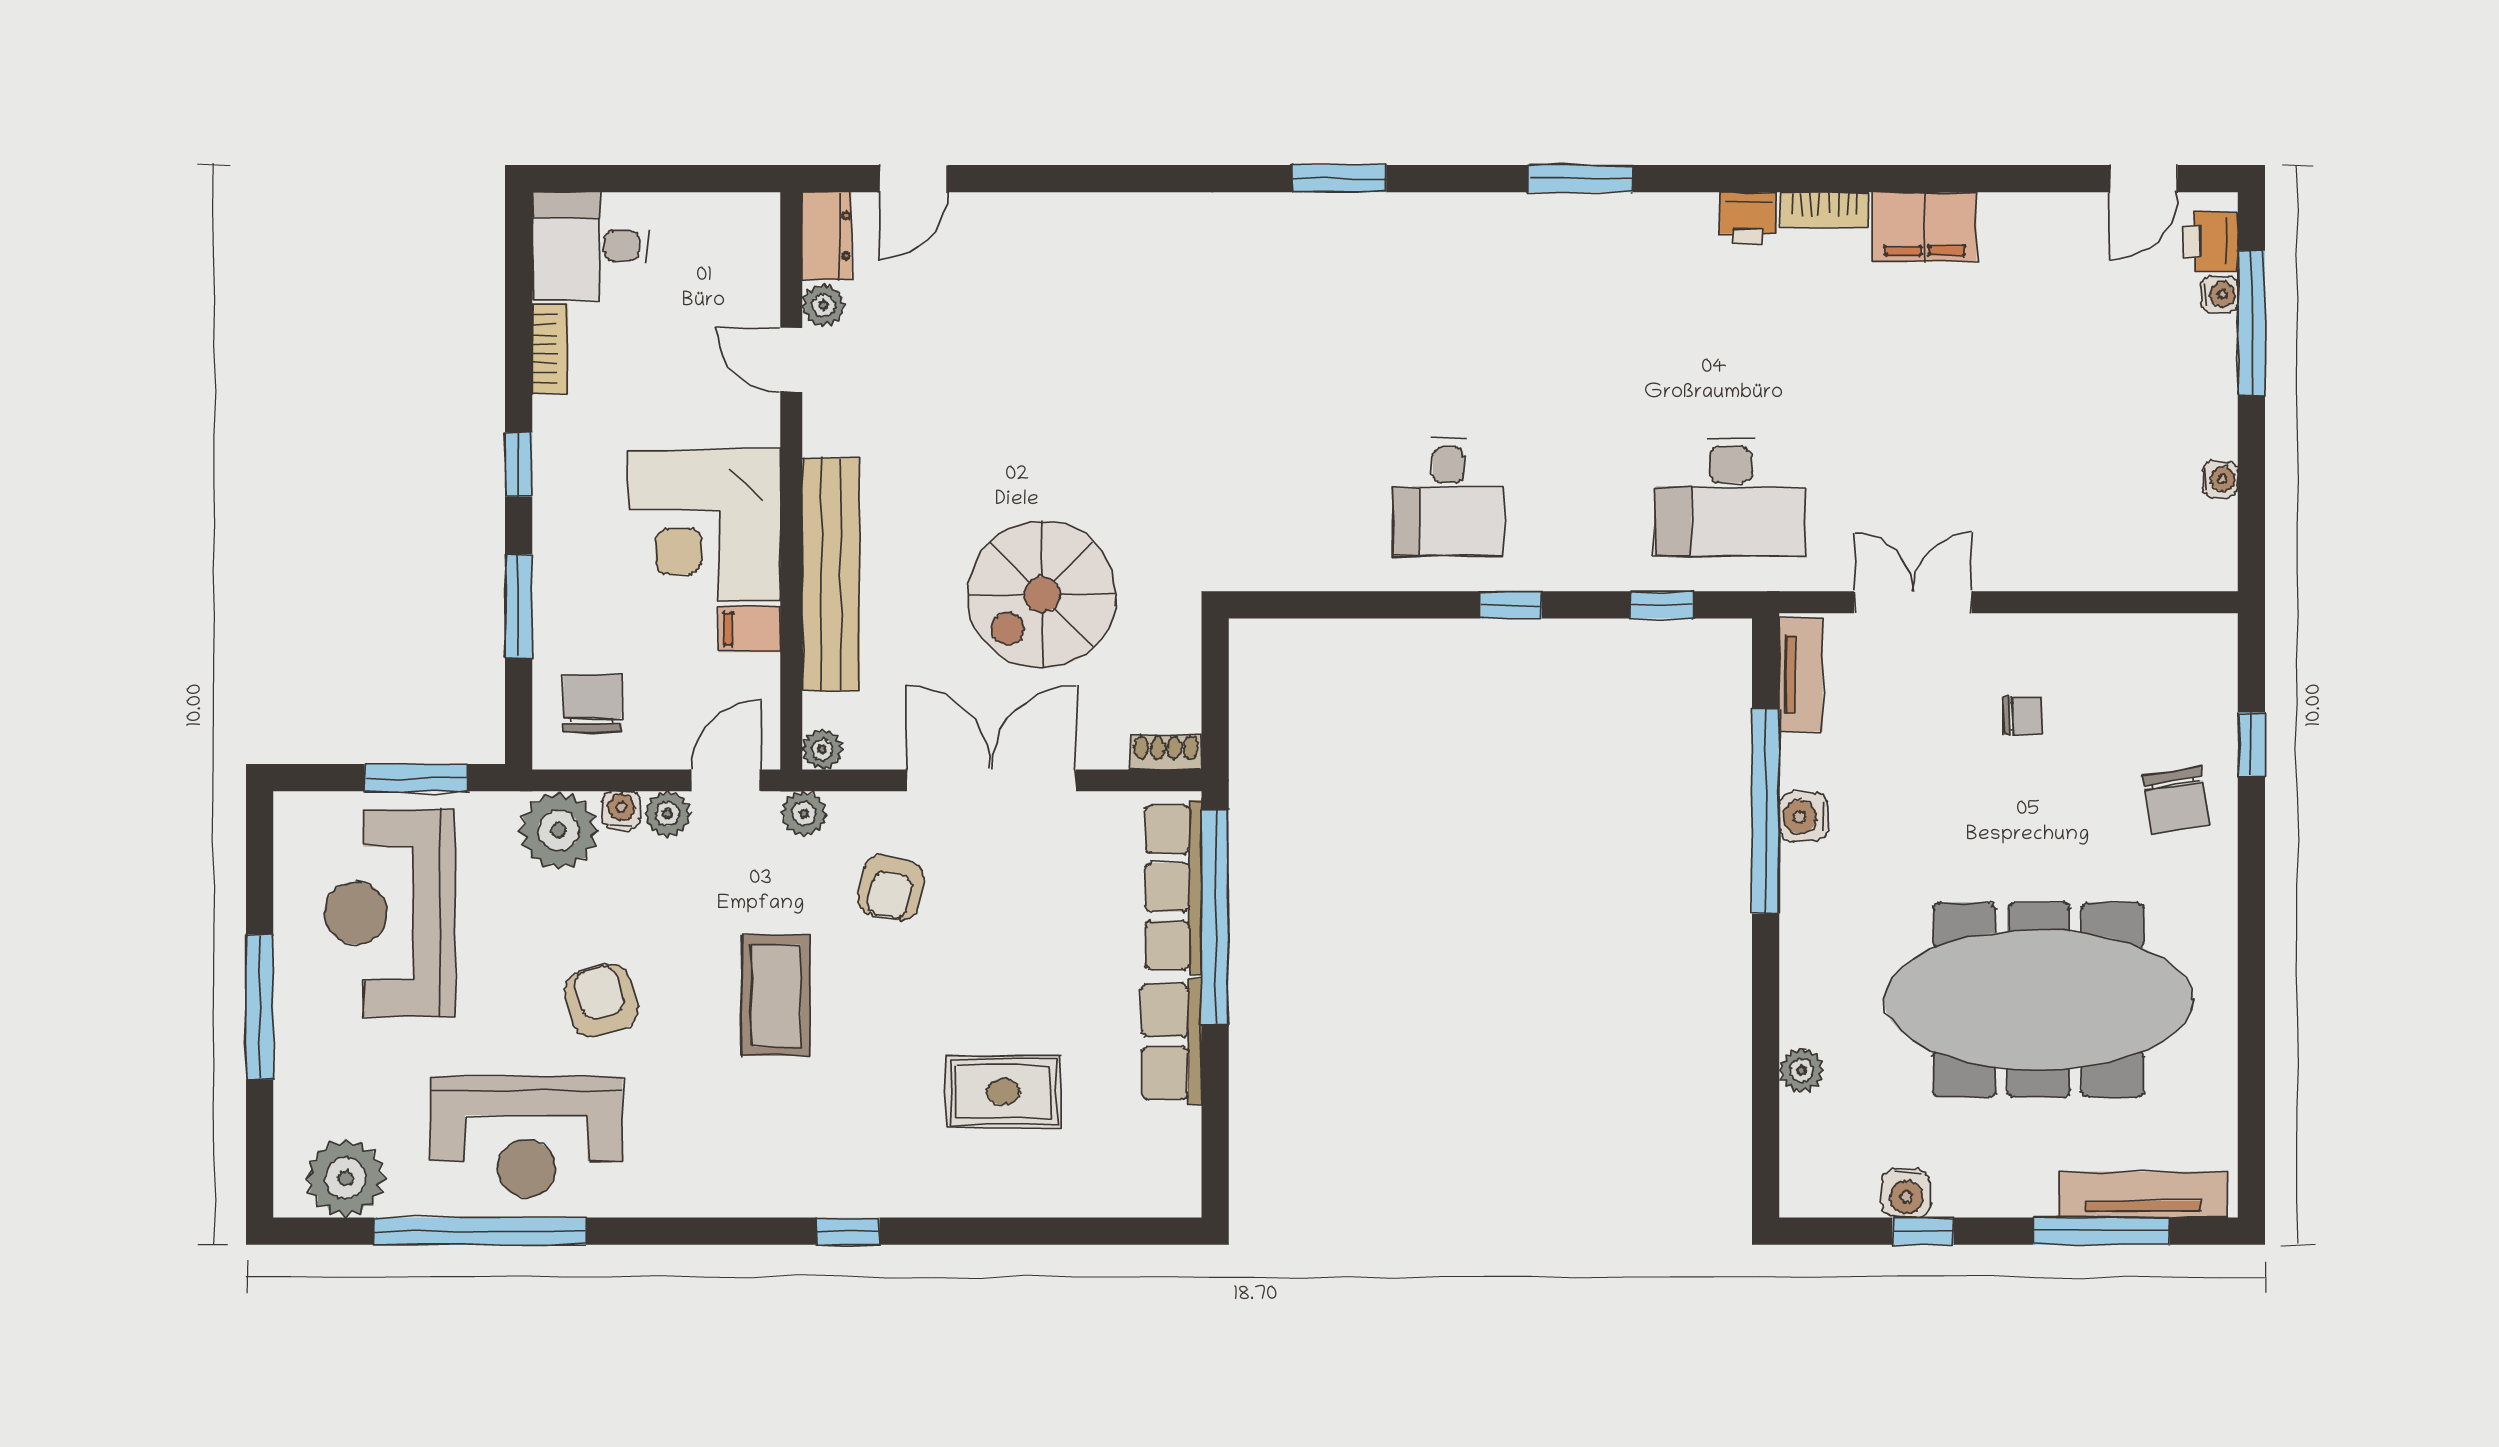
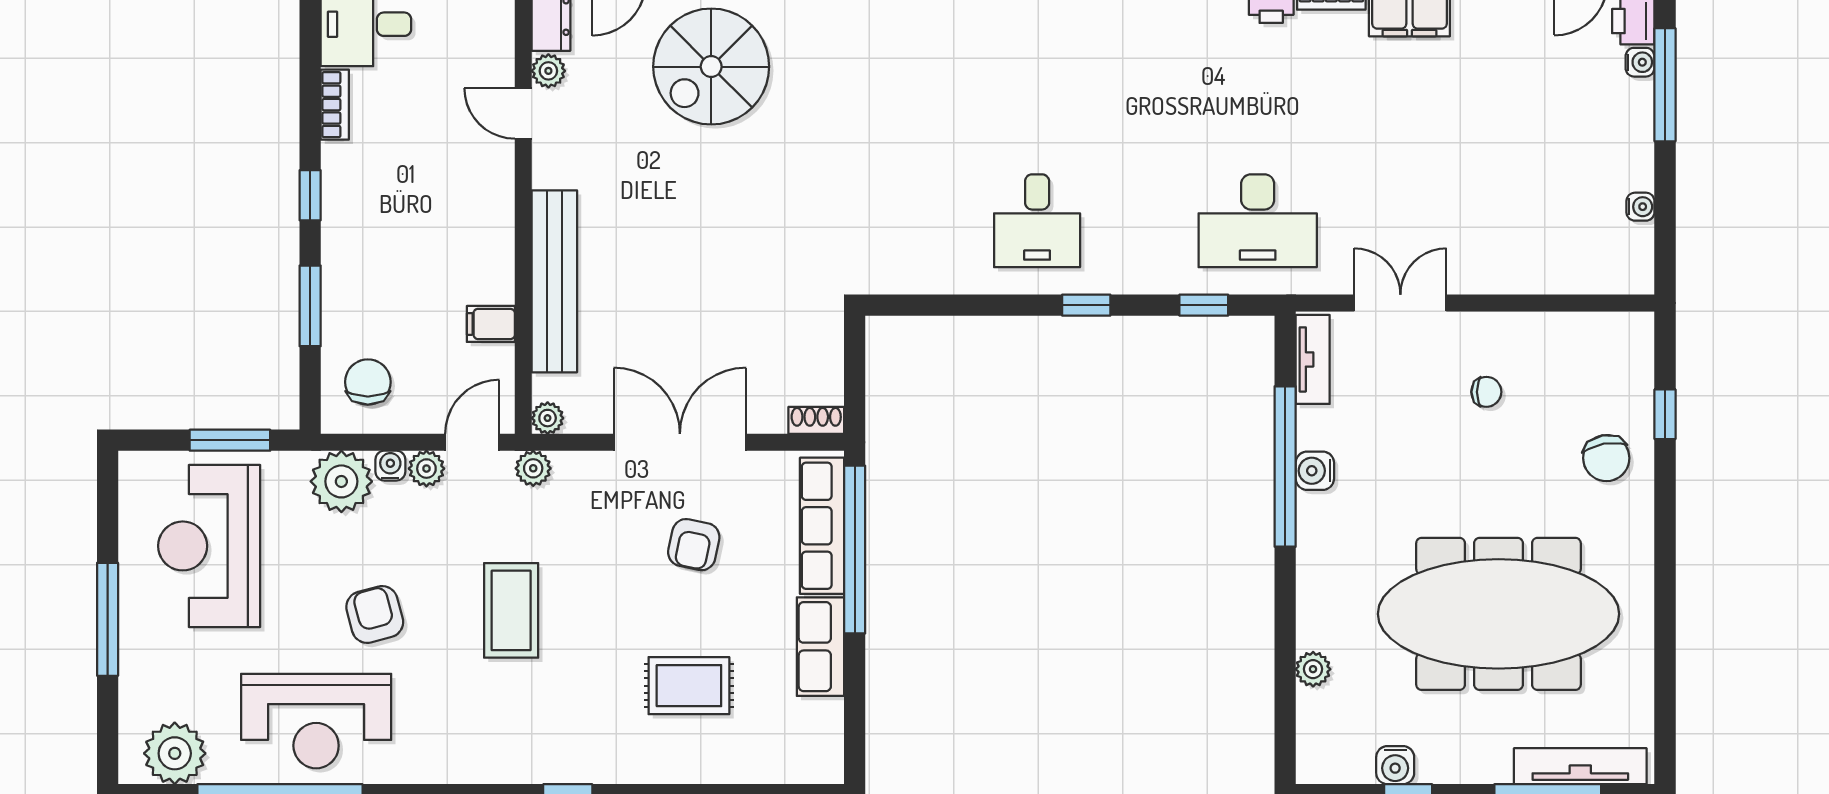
corner desk: (704, 525) -> (455, 243), removed
spiral stairs: (1042, 595) -> (711, 67), moved
armchair: (891, 888) -> (694, 545), moved

